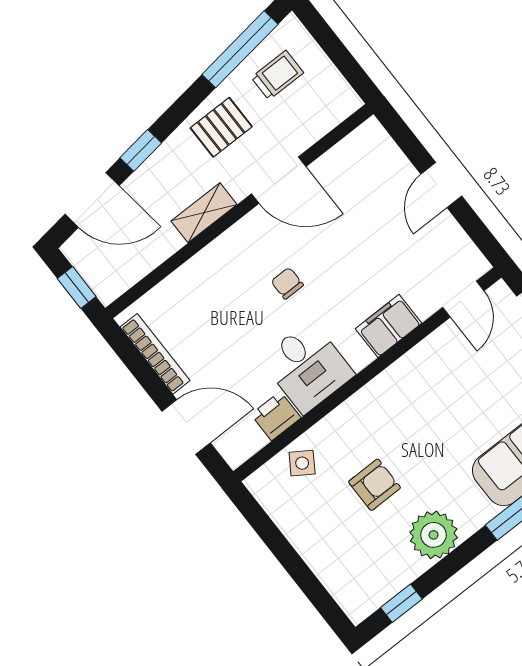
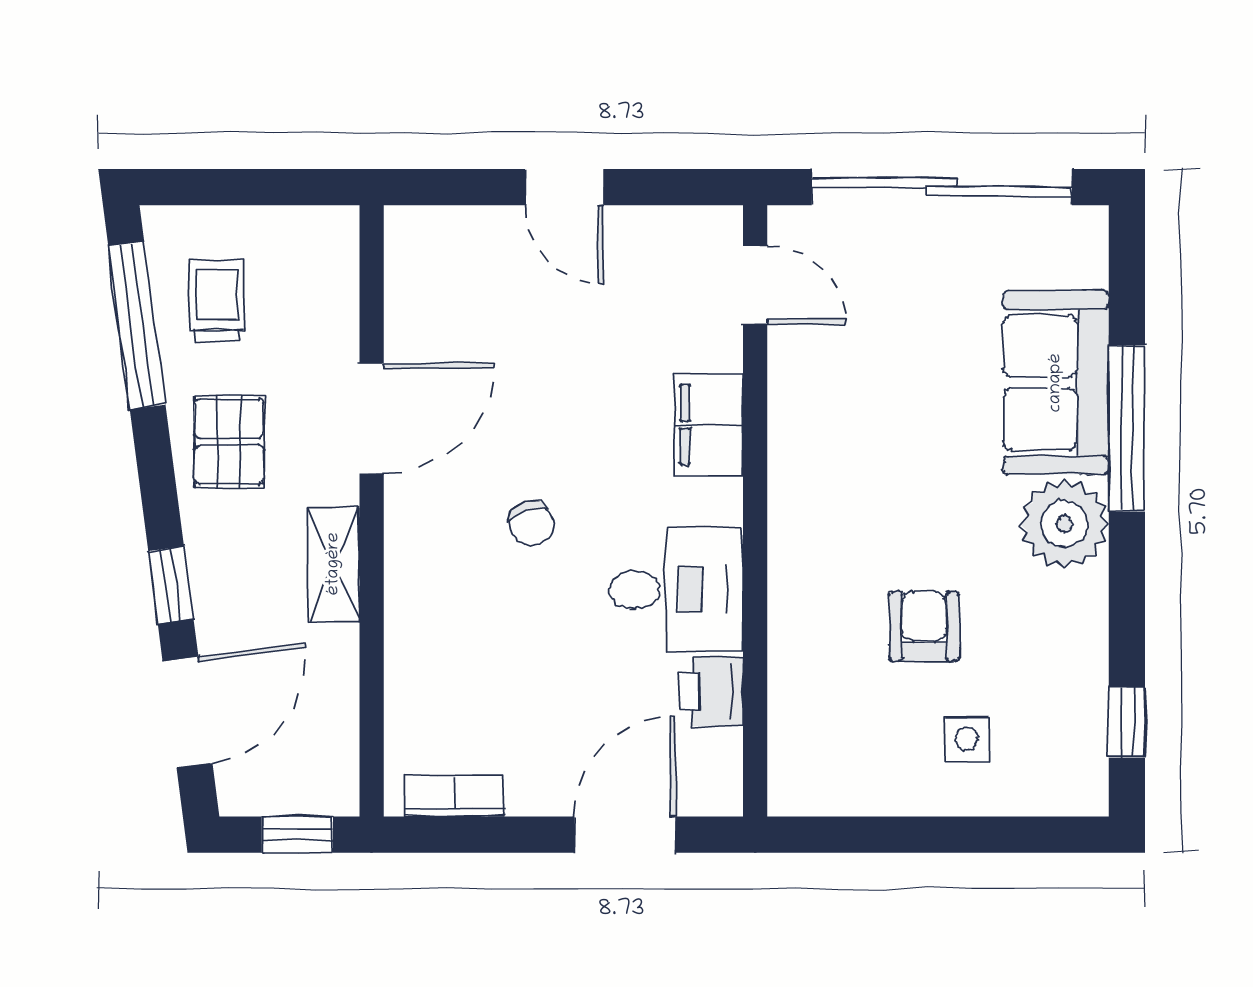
chair: (287, 283) -> (531, 523), turned -106
bookcase: (155, 354) -> (454, 796), width x0.64
side table: (302, 463) -> (967, 739), moved, turned -33
plant: (434, 535) -> (1064, 524), moved

